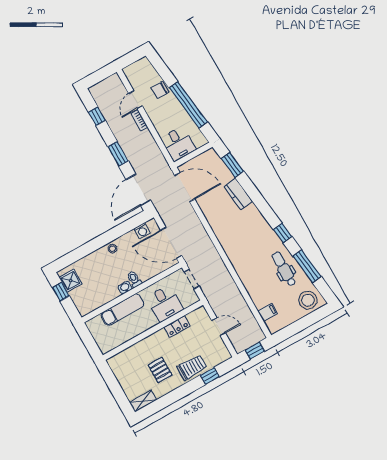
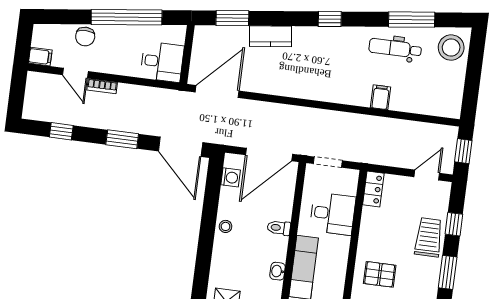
filing cabinet: (130, 73) -> (40, 57), added
window: (283, 233) -> (330, 19), moved
washbasin: (125, 288) -> (278, 271), moved
filing cabinet: (268, 312) -> (381, 97), moved
locker: (177, 326) -> (373, 189), moved
door: (218, 327) -> (427, 175), moved
pallet: (160, 370) -> (380, 274), moved
window: (180, 393) -> (448, 272), added

